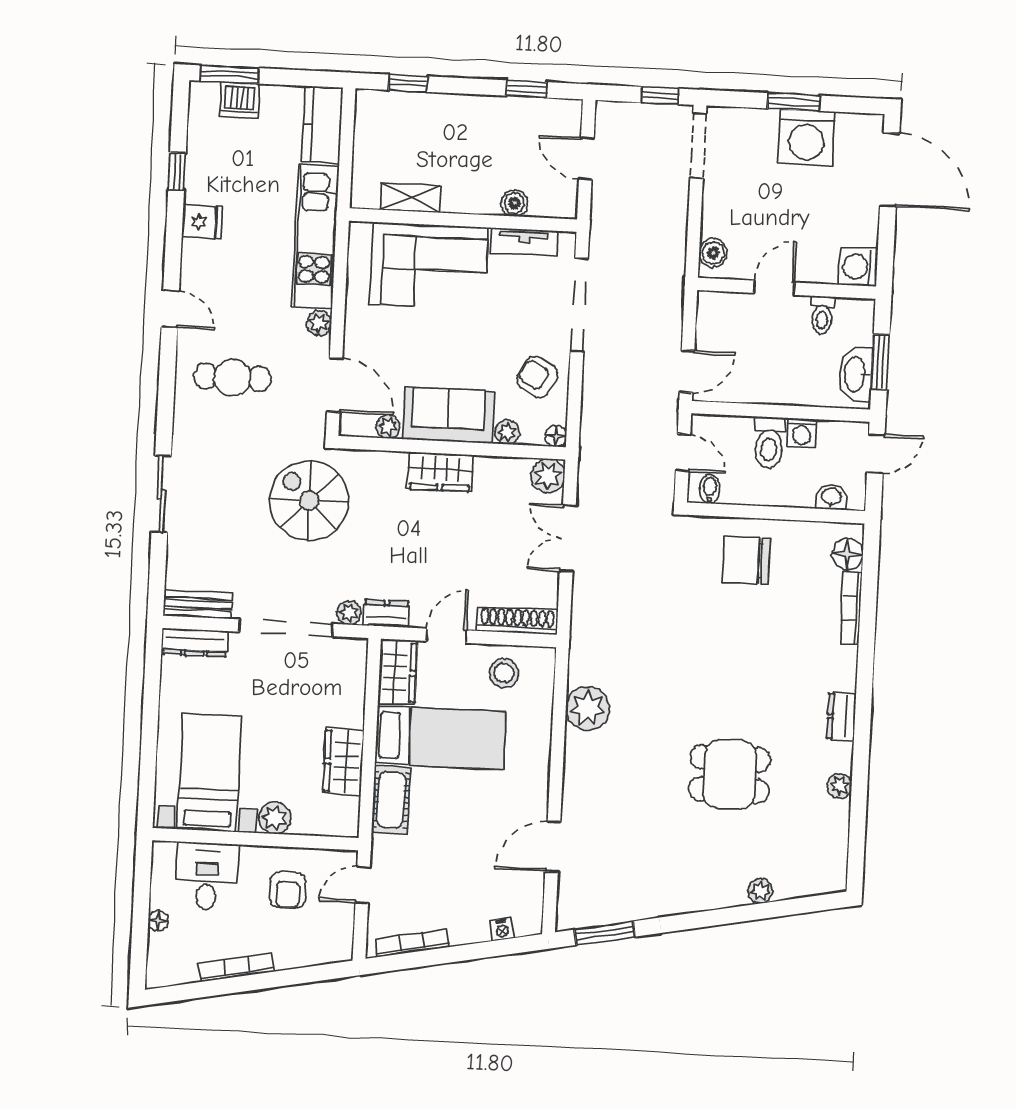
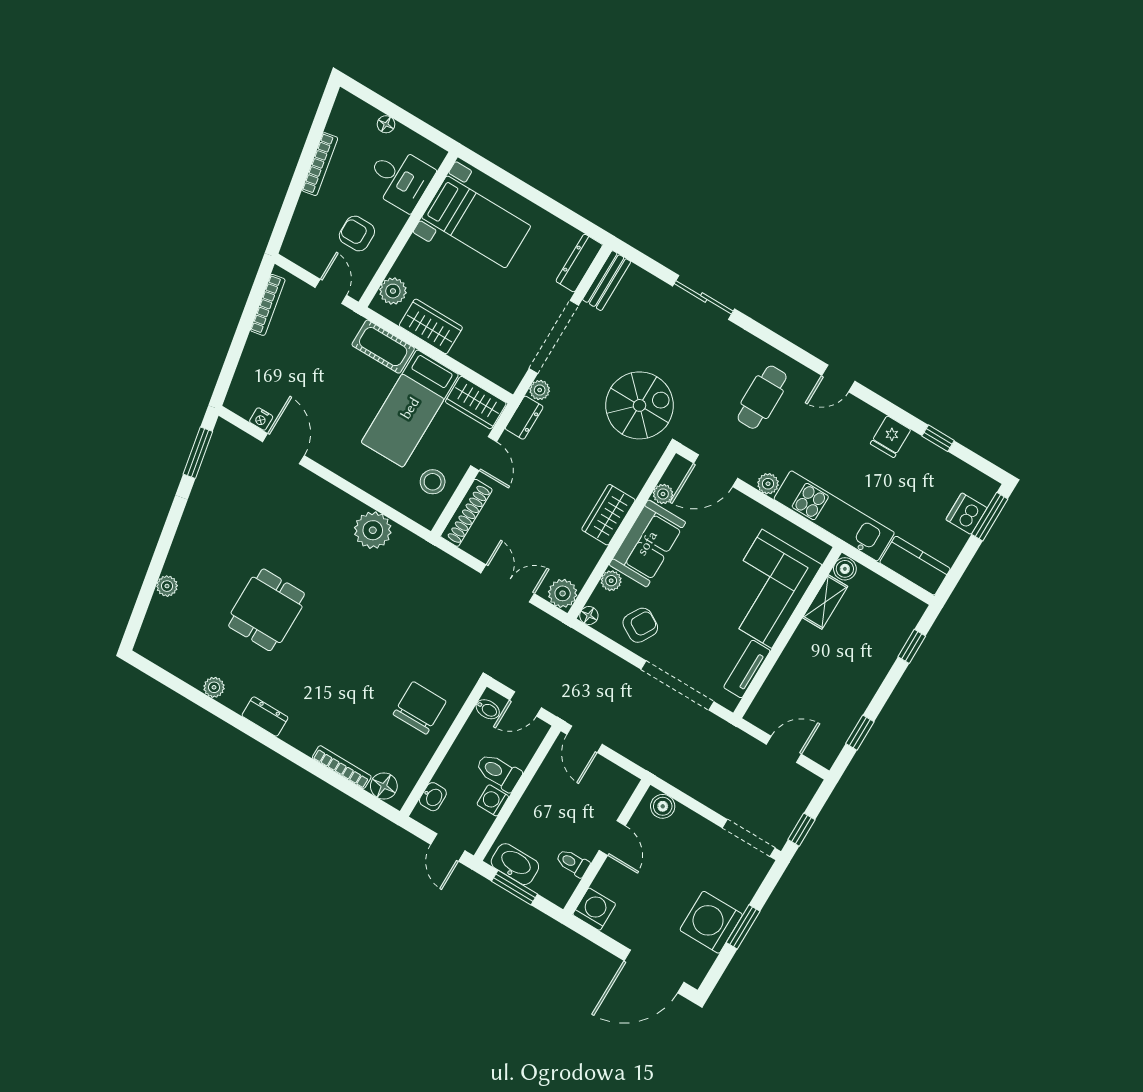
boiler: (515, 203) -> (845, 569), moved
plant: (275, 818) -> (393, 291), moved
nightstand: (502, 929) -> (261, 419), moved, turned -79

